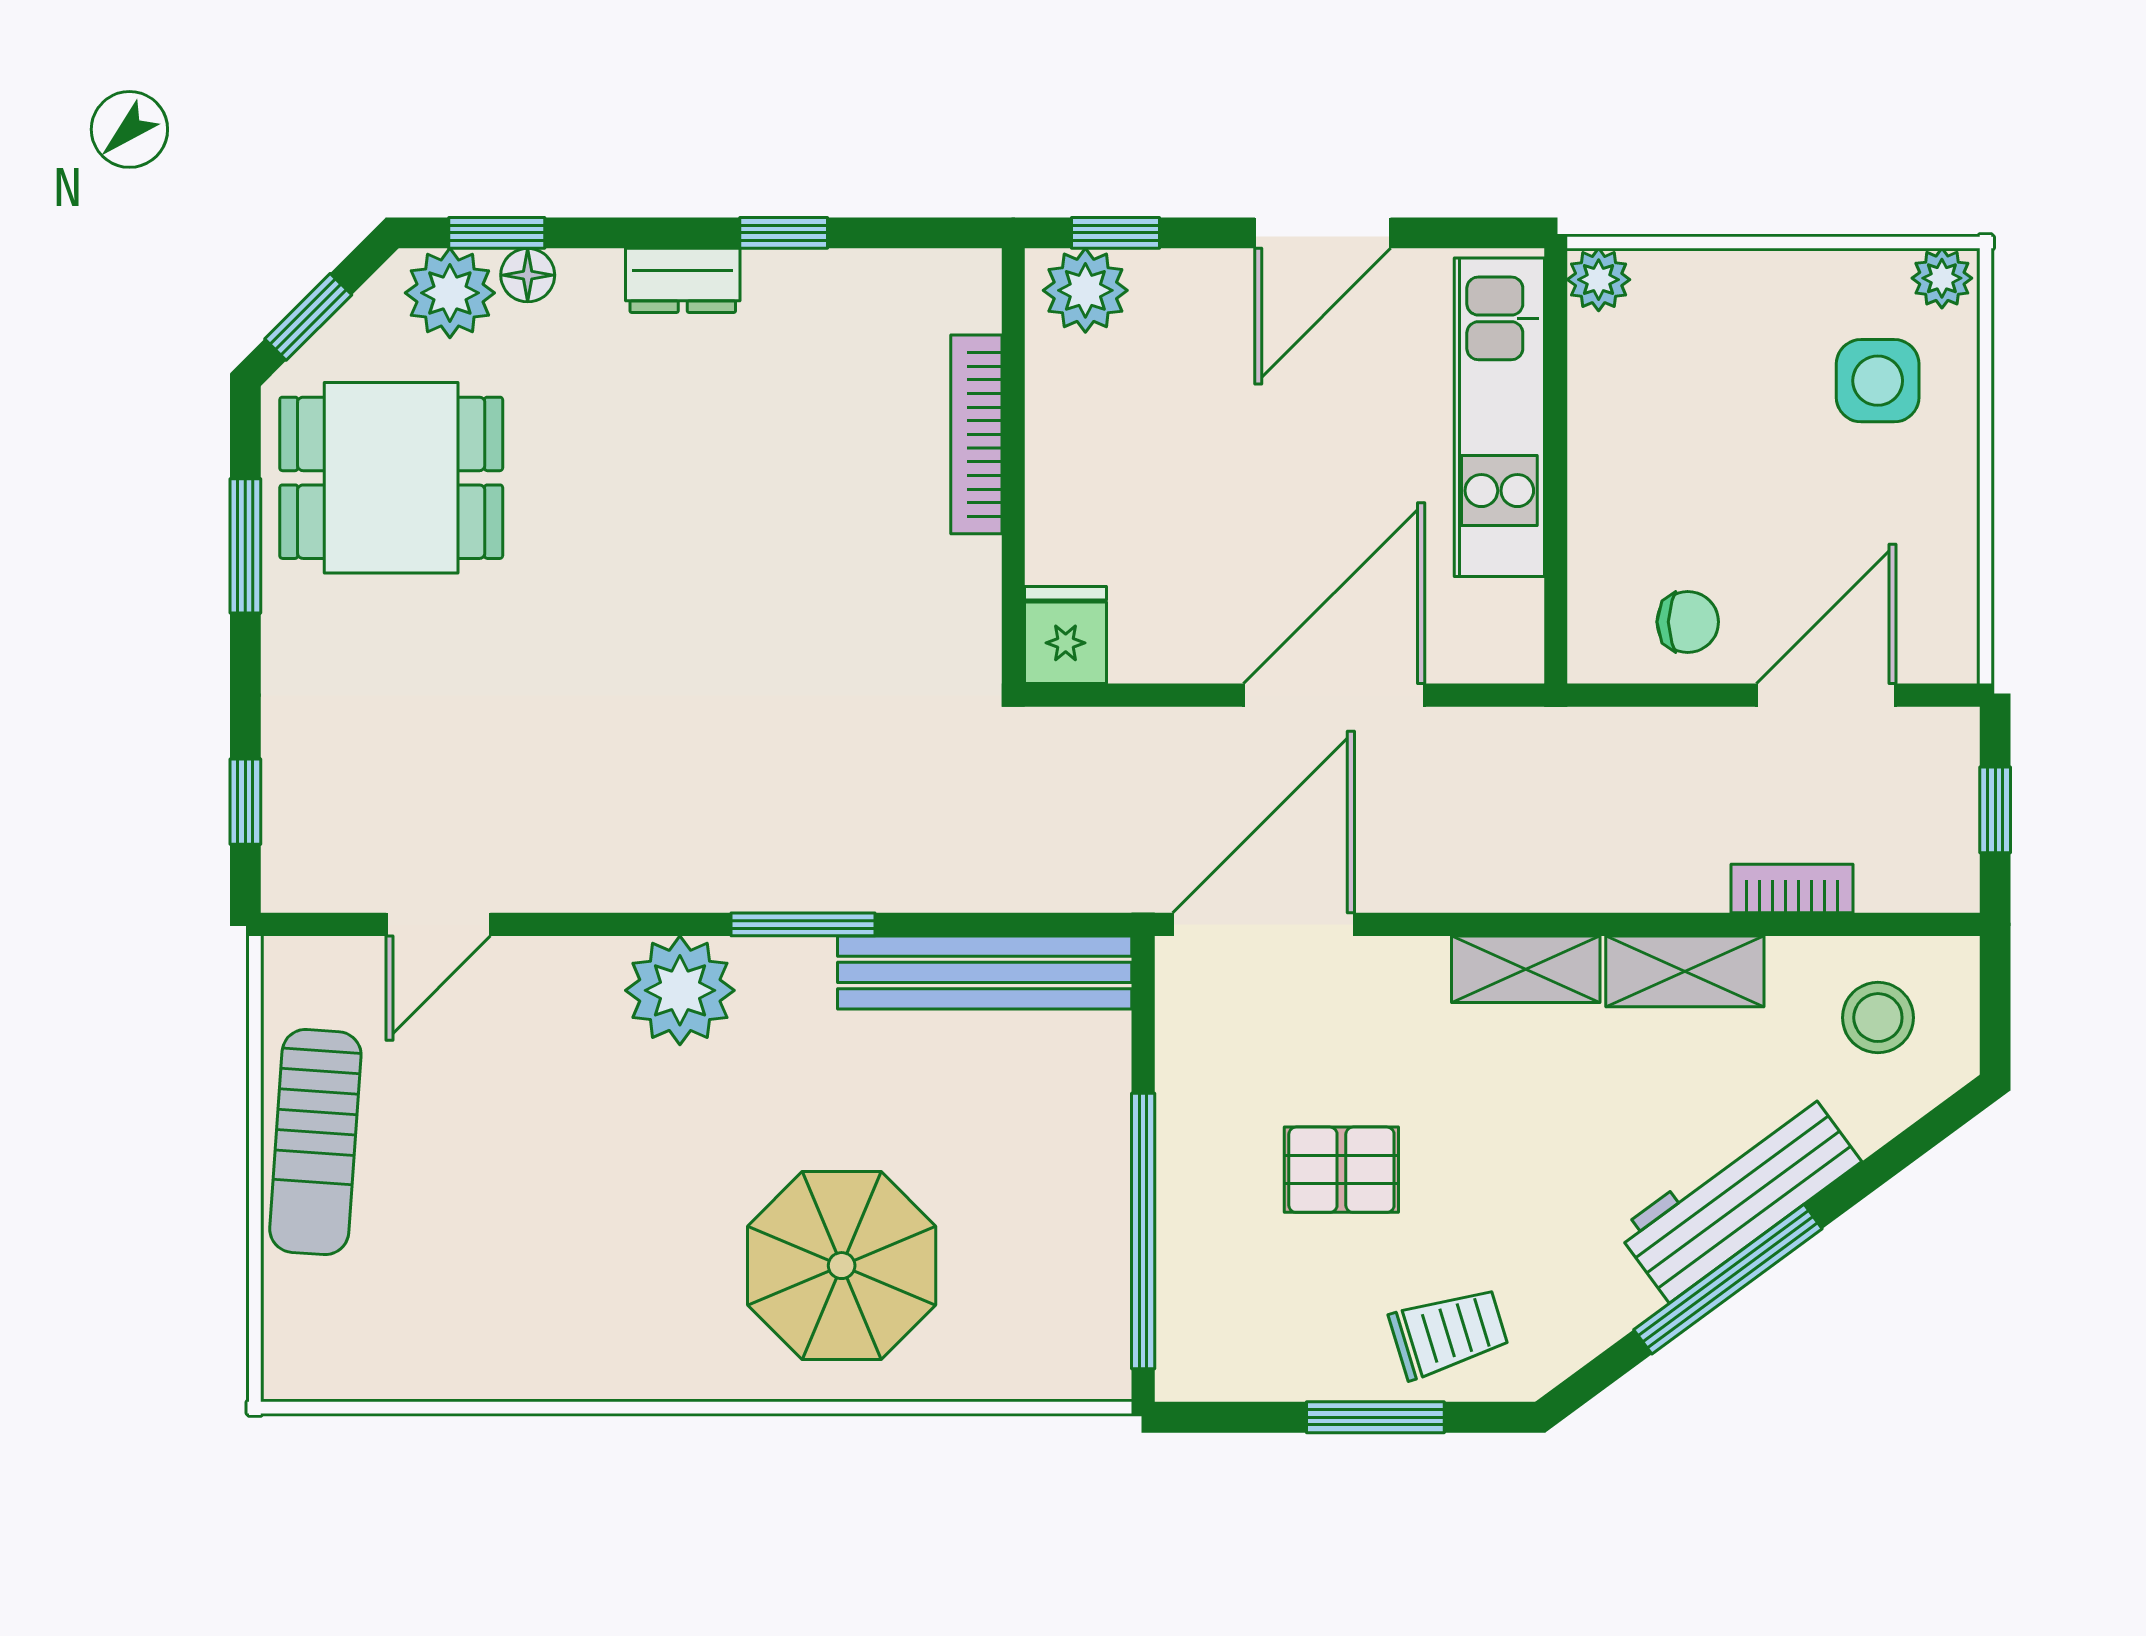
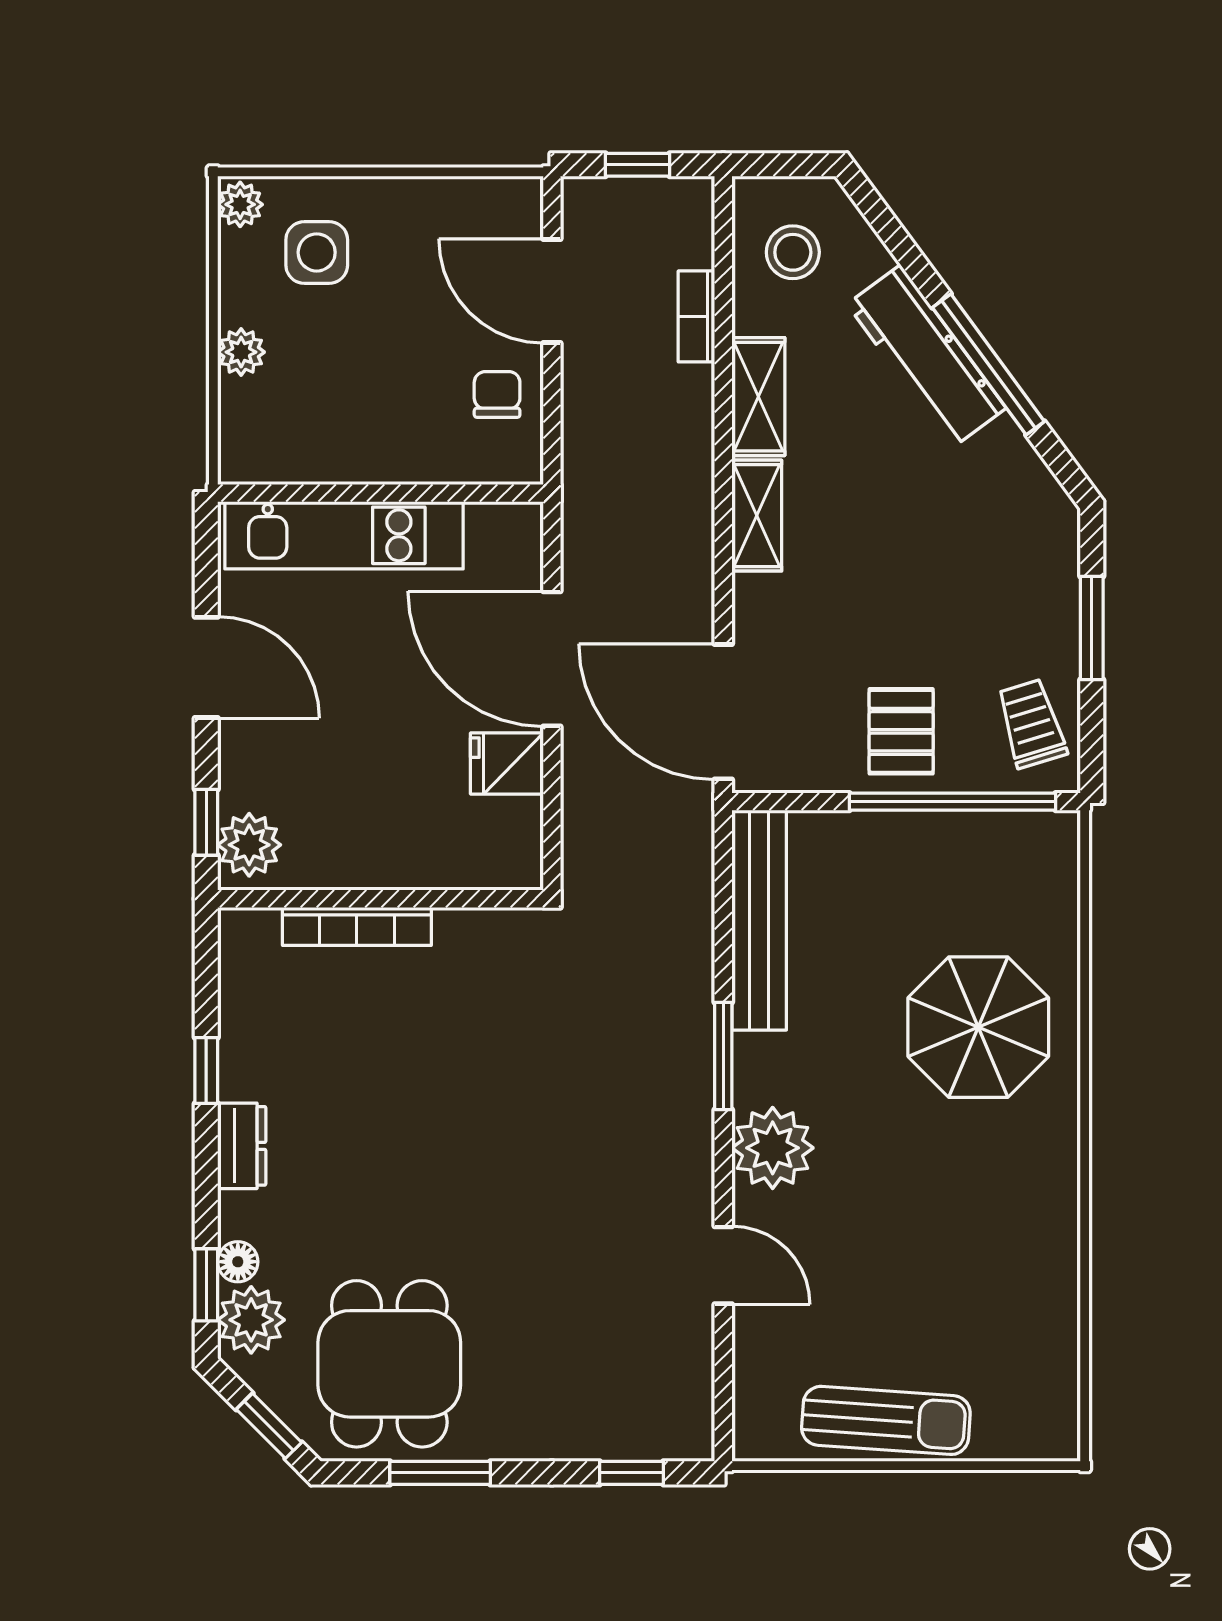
plant: (1599, 280) -> (241, 352), moved
fridge: (1066, 635) -> (507, 763), moved
door: (438, 924) -> (723, 1265), moved
pallet: (1341, 1170) -> (901, 731), moved
trolley: (1449, 1333) -> (1031, 724), moved

